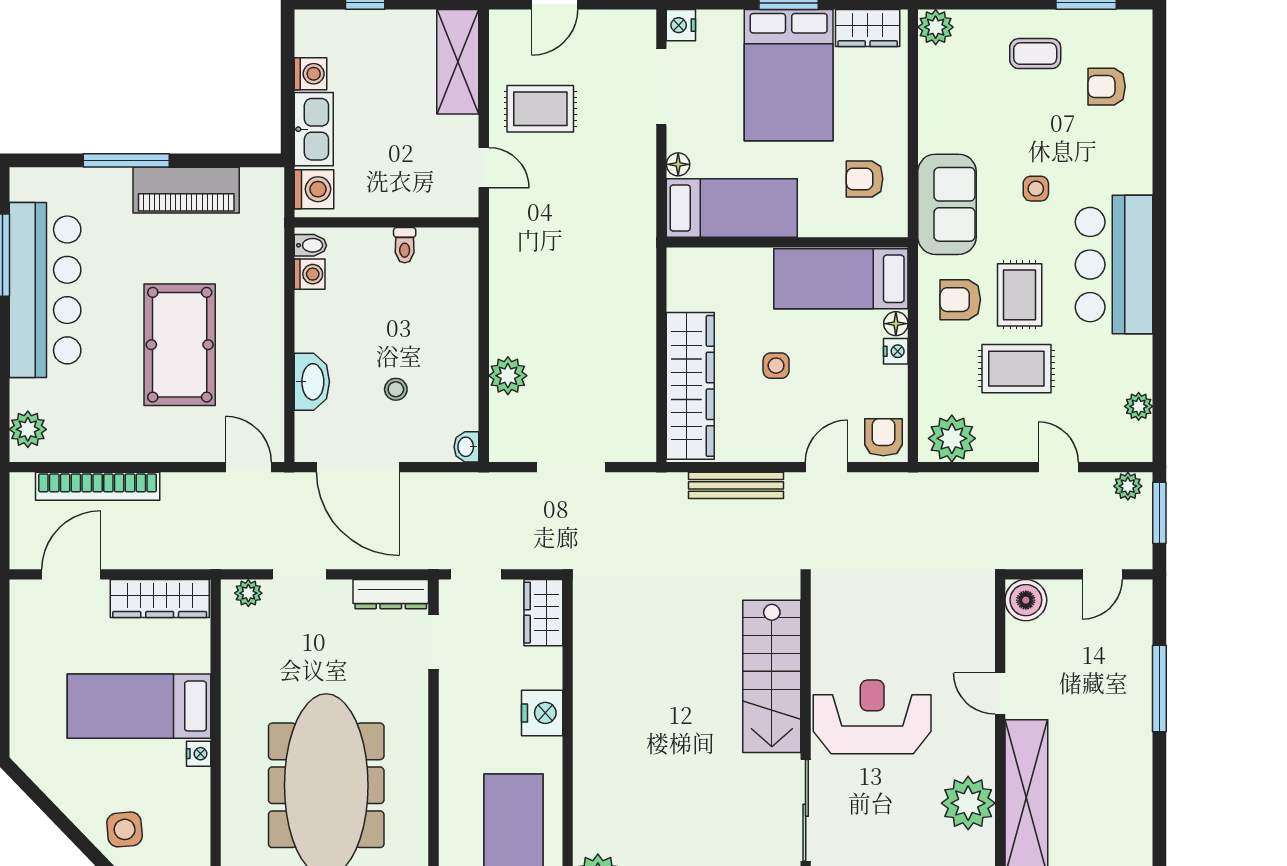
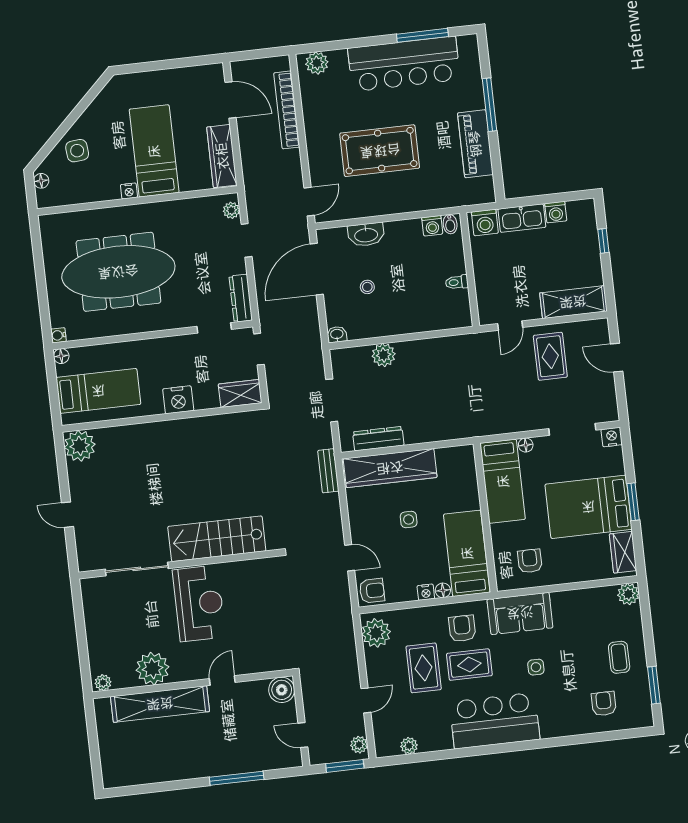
dresser: (641, 399) -> (378, 439), added
bench: (736, 485) -> (328, 471), moved, width x0.73

